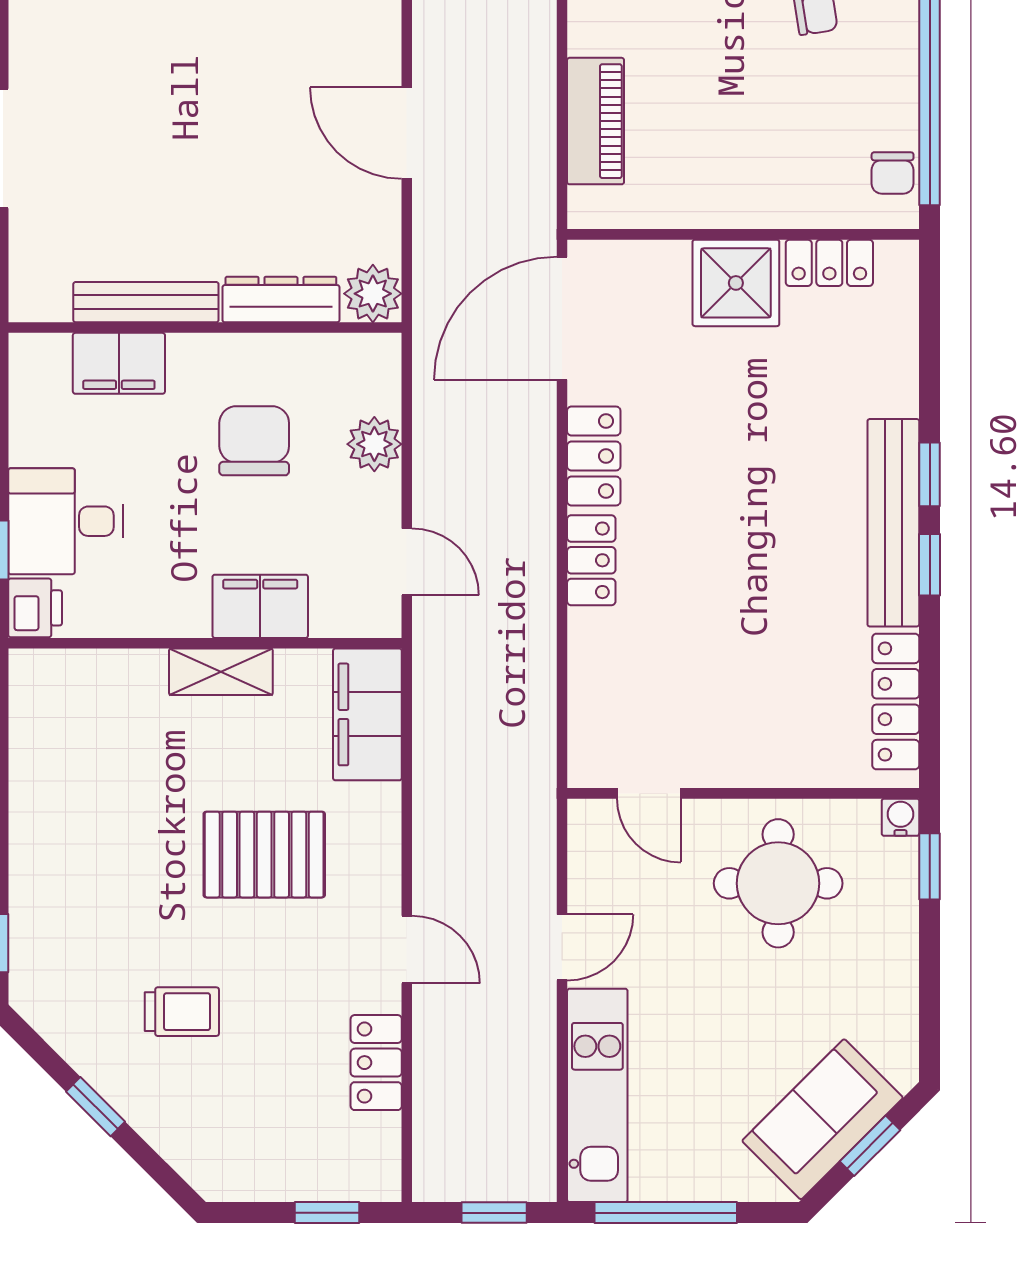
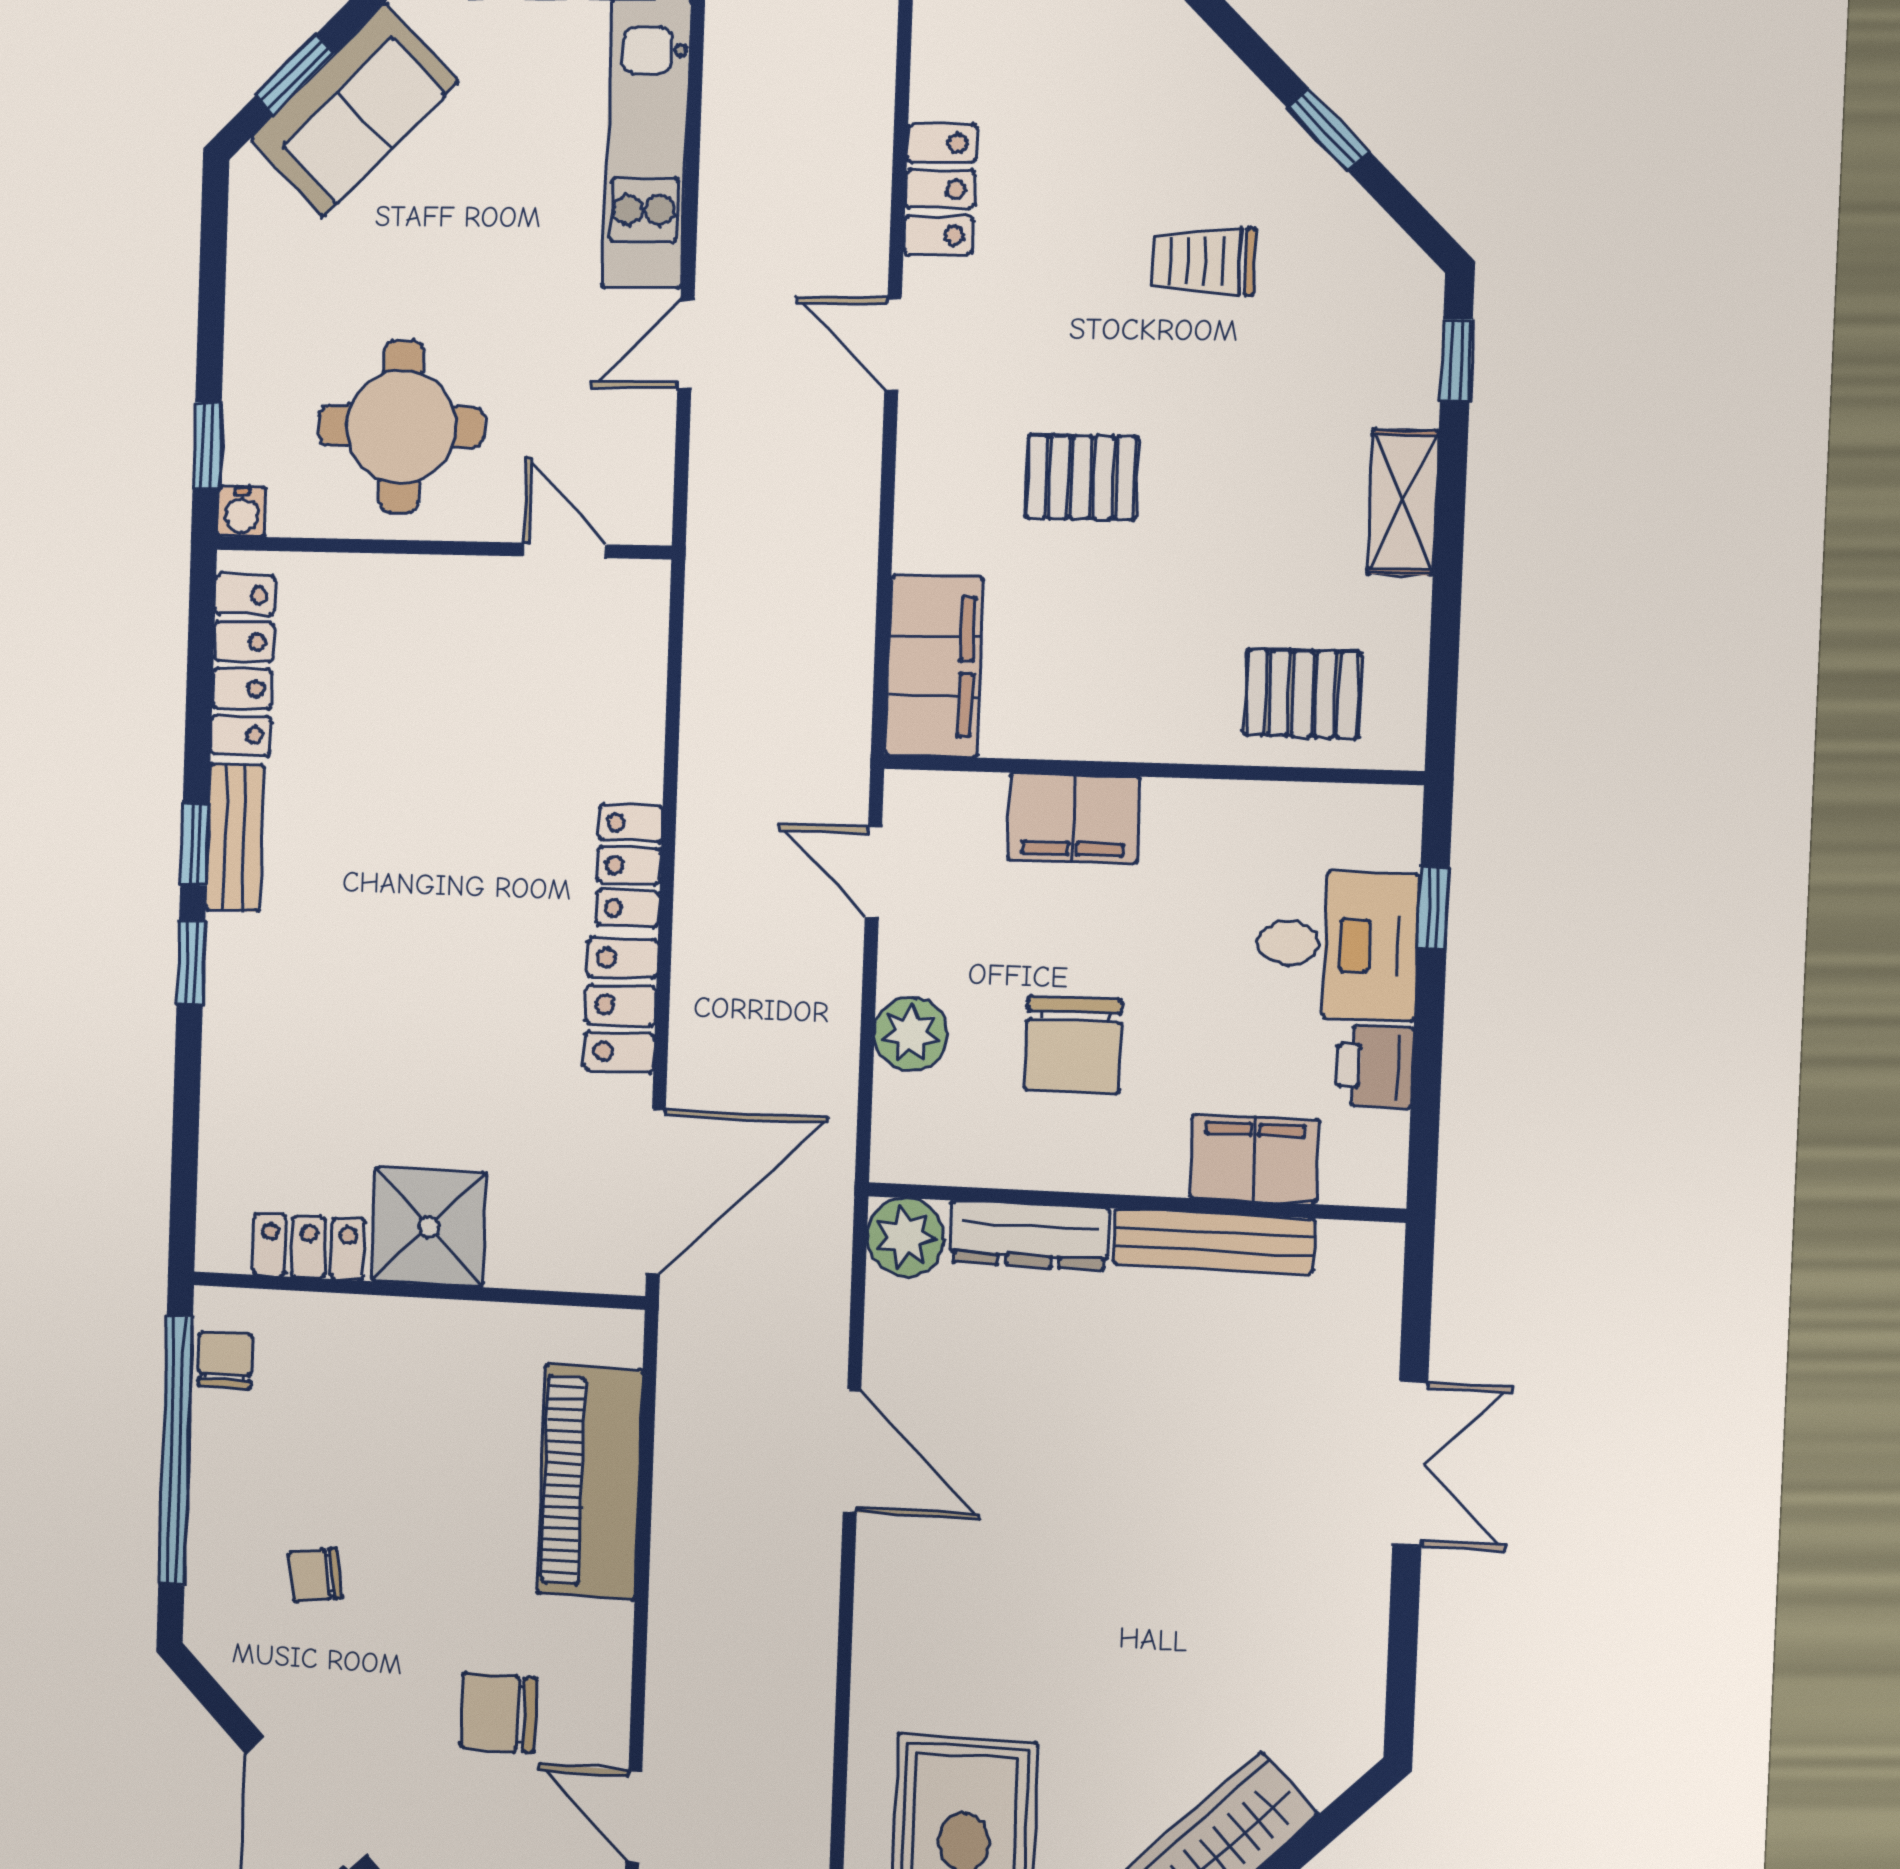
piano: (596, 121) -> (590, 1482), width x1.37, depth x1.33
bench: (893, 523) -> (235, 838), width x0.54, depth x0.82
printer: (35, 608) -> (1375, 1066), moved
shelving: (221, 672) -> (1403, 502), moved, turned 90
pallet: (98, 702) -> (1302, 694), added
pallet: (264, 855) -> (1081, 477), width x0.67, depth x0.71

